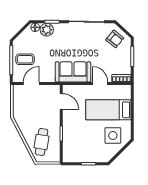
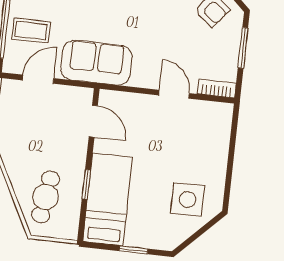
sofa: (73, 72) -> (96, 63), moved
bed: (108, 110) -> (108, 199), moved, turned 90

